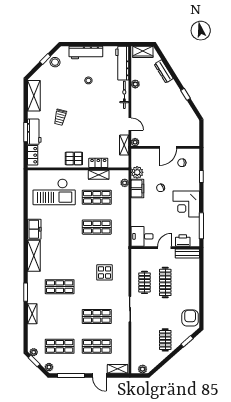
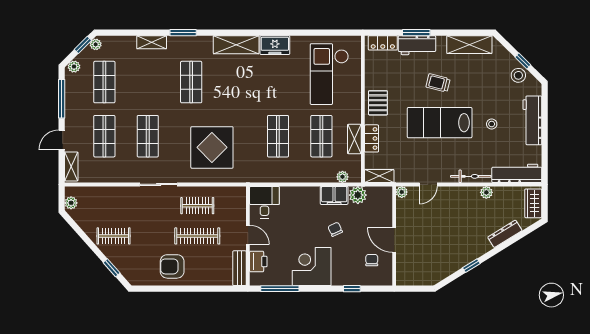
lab bench: (87, 116) -> (440, 123), added
shelving: (124, 145) -> (379, 176), moved
display table: (104, 272) -> (212, 147), width x1.86, depth x1.86
armchair: (190, 318) -> (172, 266), moved, turned 180

